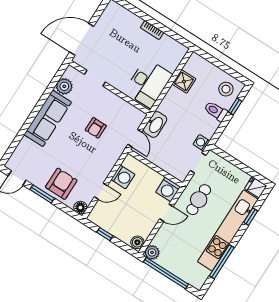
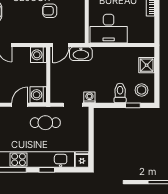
shower: (184, 81) -> (147, 65), moved
washing machine: (123, 177) -> (38, 55), moved, turned 90
door: (166, 213) -> (20, 105), swing flipped
window: (251, 217) -> (47, 170), moved

